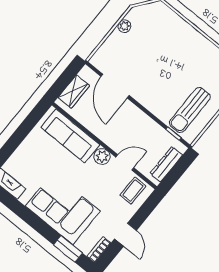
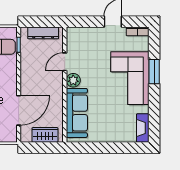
door: (125, 162) -> (65, 62), hinge flipped
coffee table: (133, 190) -> (79, 41), removed
window: (68, 249) -> (154, 72), moved

